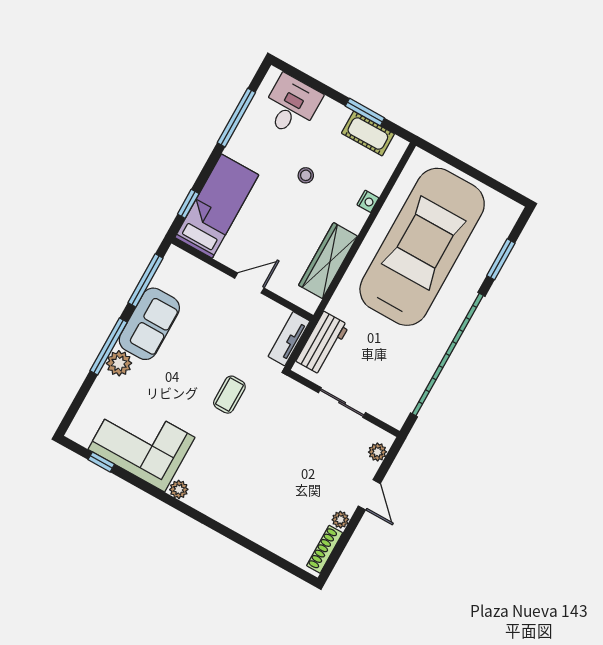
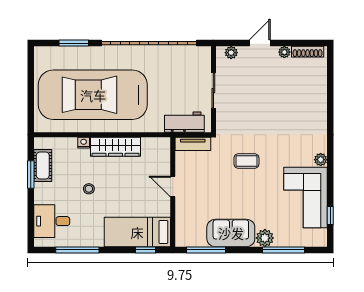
wardrobe: (328, 261) -> (116, 147), moved
window: (109, 346) -> (283, 250), moved

